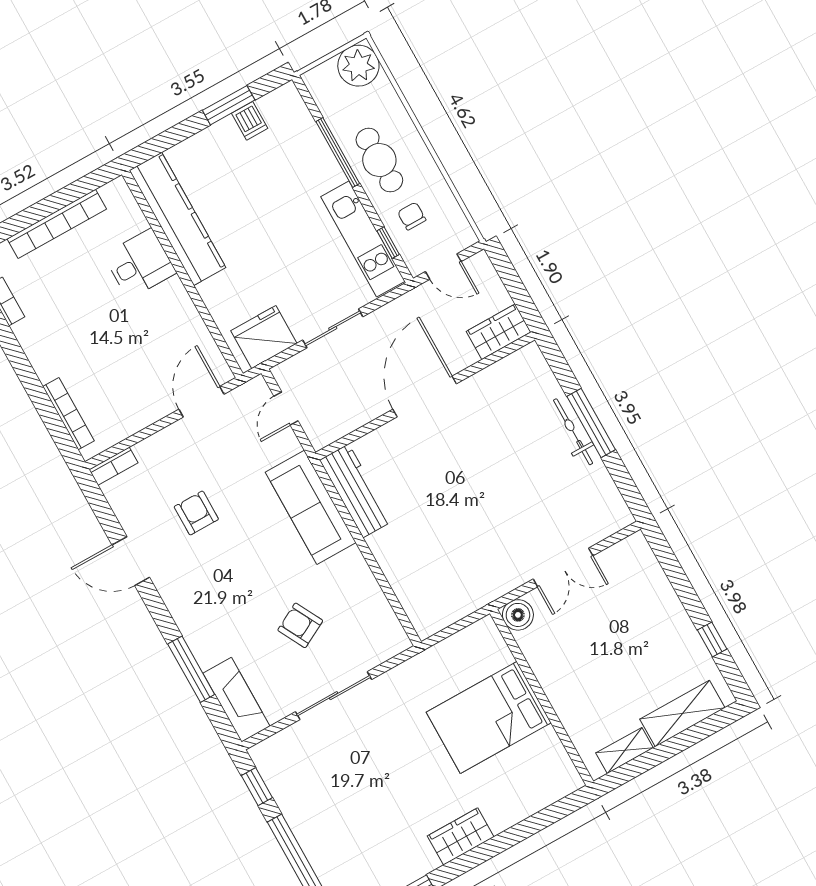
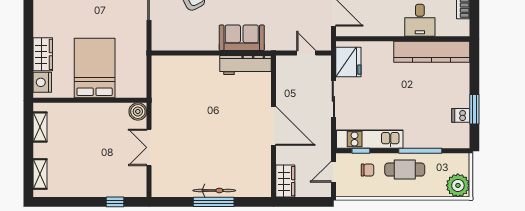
sofa: (311, 507) -> (242, 38), width x0.73
window: (712, 639) -> (115, 202), moved
shelving: (682, 713) -> (40, 174), width x0.67, depth x0.75
nightstand: (555, 785) -> (42, 82), added
wardrobe: (461, 836) -> (43, 54), moved

